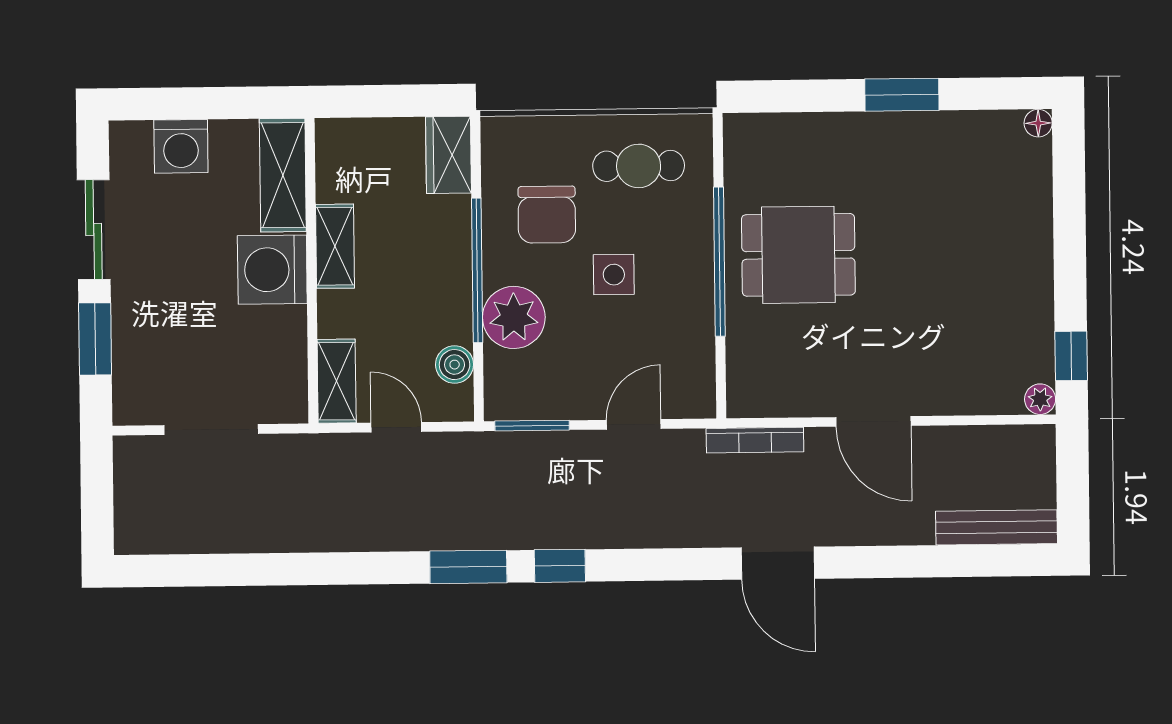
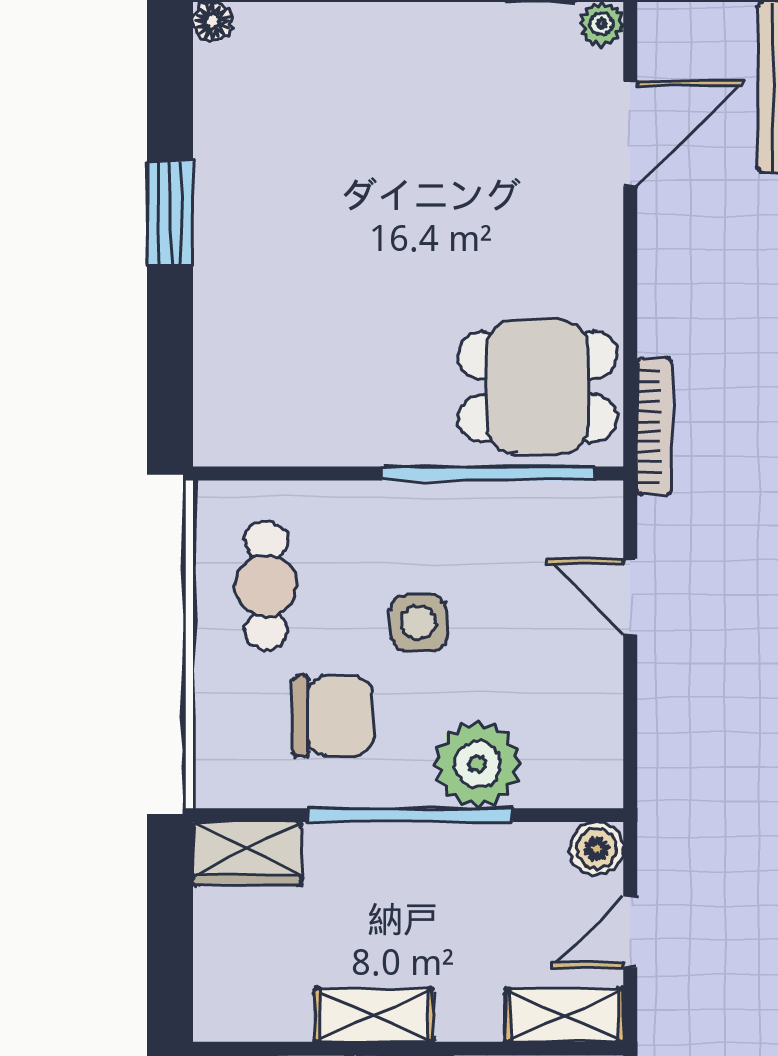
dining table: (798, 255) -> (538, 387), moved, turned 90
window: (719, 262) -> (488, 473), moved
boiler: (455, 365) -> (597, 849), moved
door: (873, 421) -> (630, 134), moved
window: (532, 426) -> (630, 740), removed

